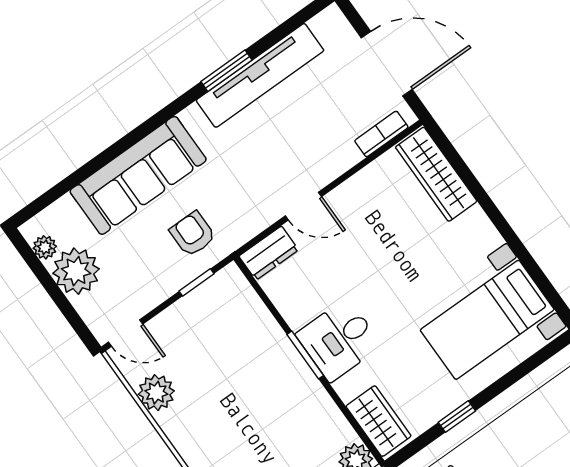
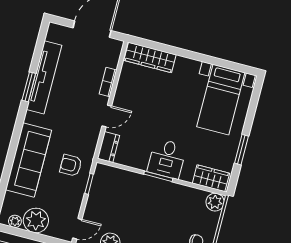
bookcase: (381, 134) -> (108, 82), moved
window: (457, 417) -> (241, 150), width x1.50

